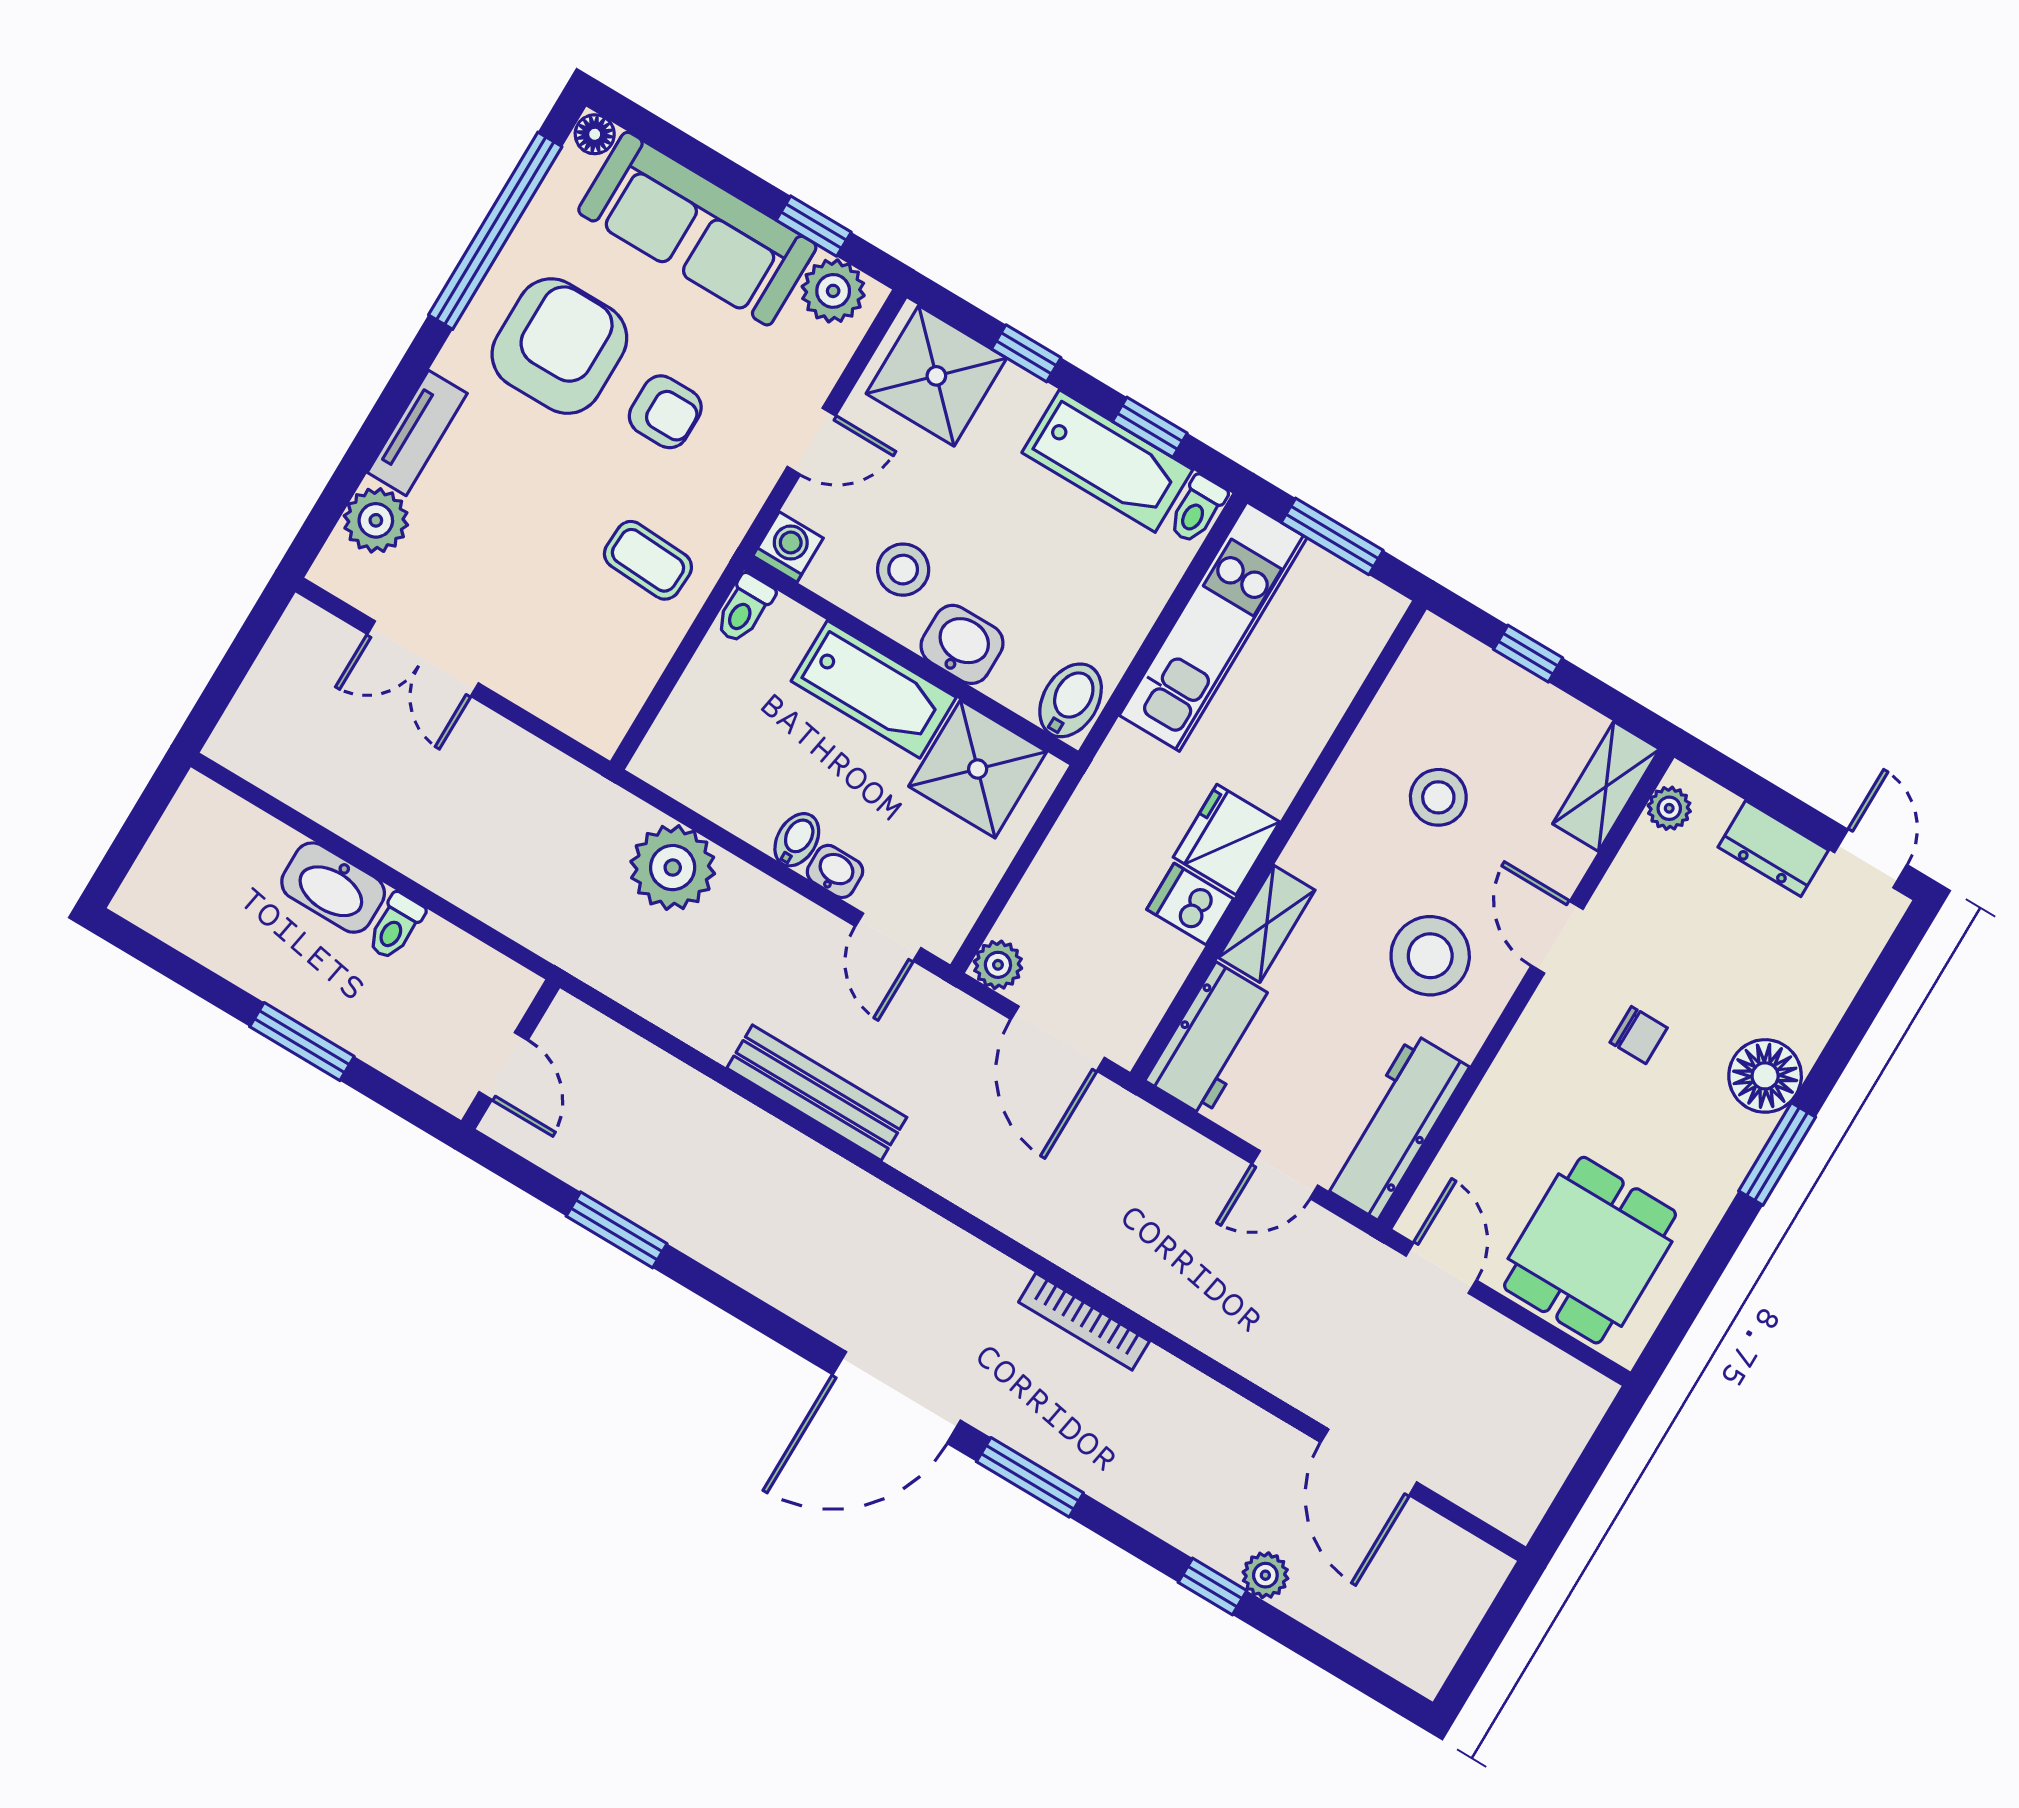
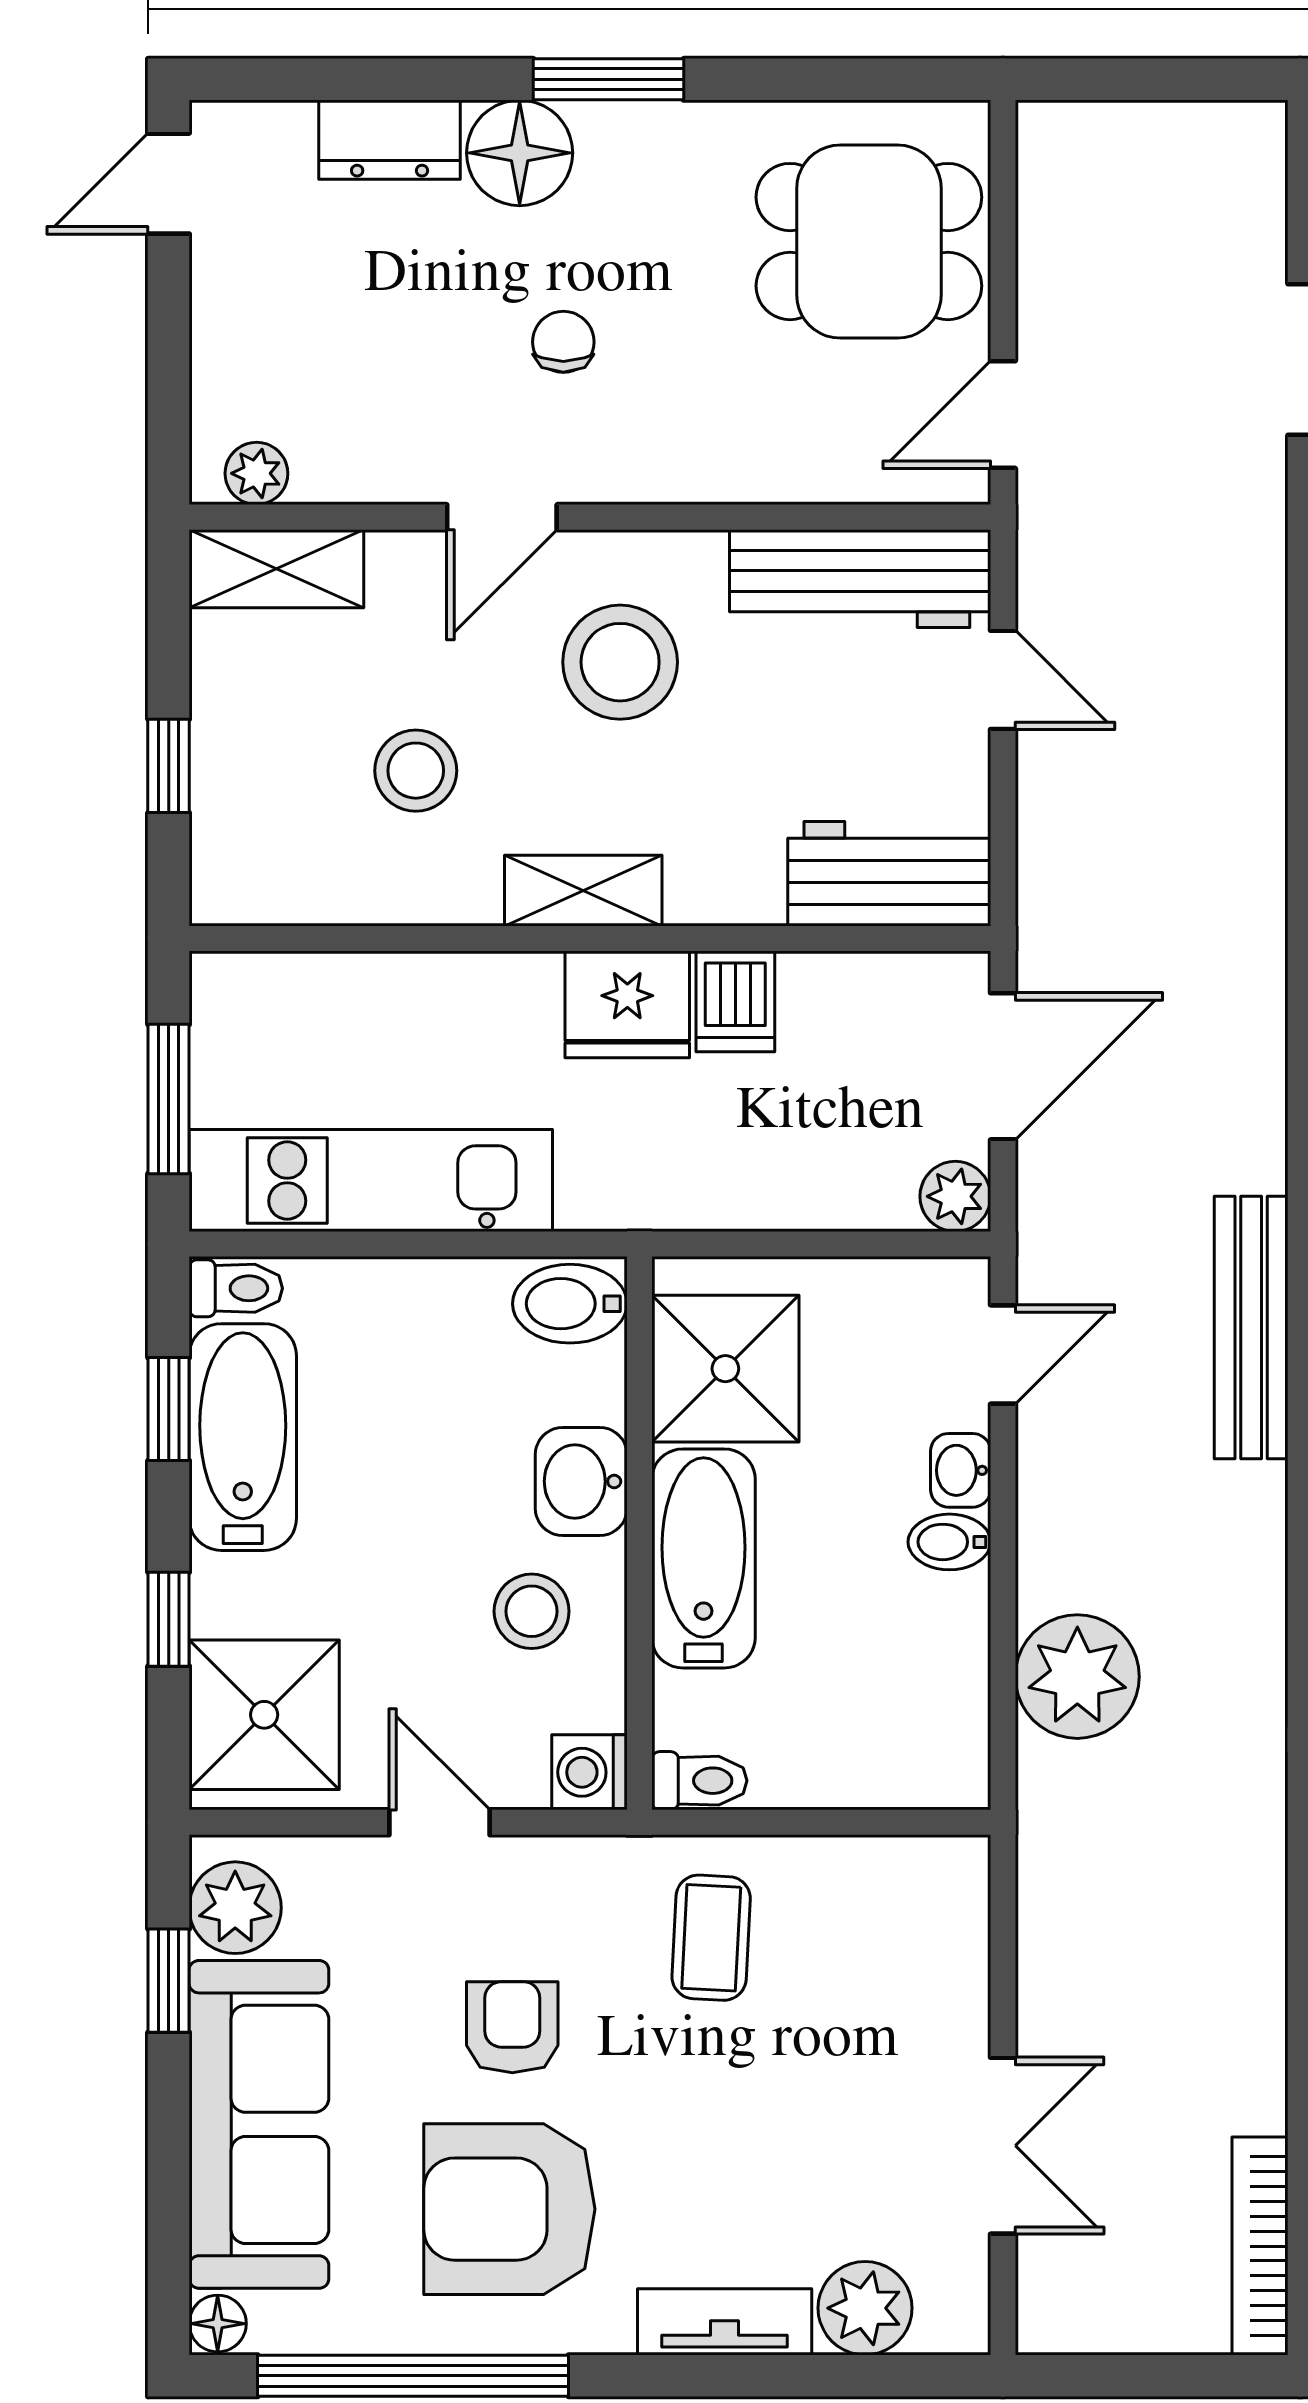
bookcase: (273, 775) -> (1260, 2246), added
dresser: (1773, 849) -> (390, 140), moved, turned 90
shelving: (1267, 924) -> (583, 891), moved

